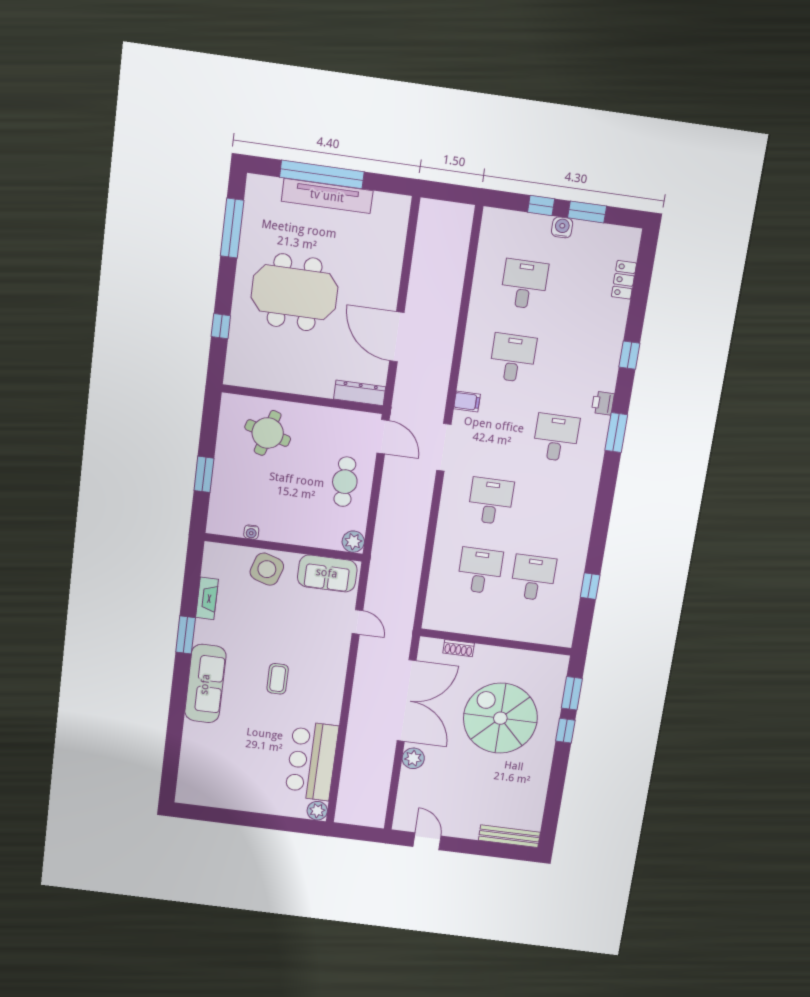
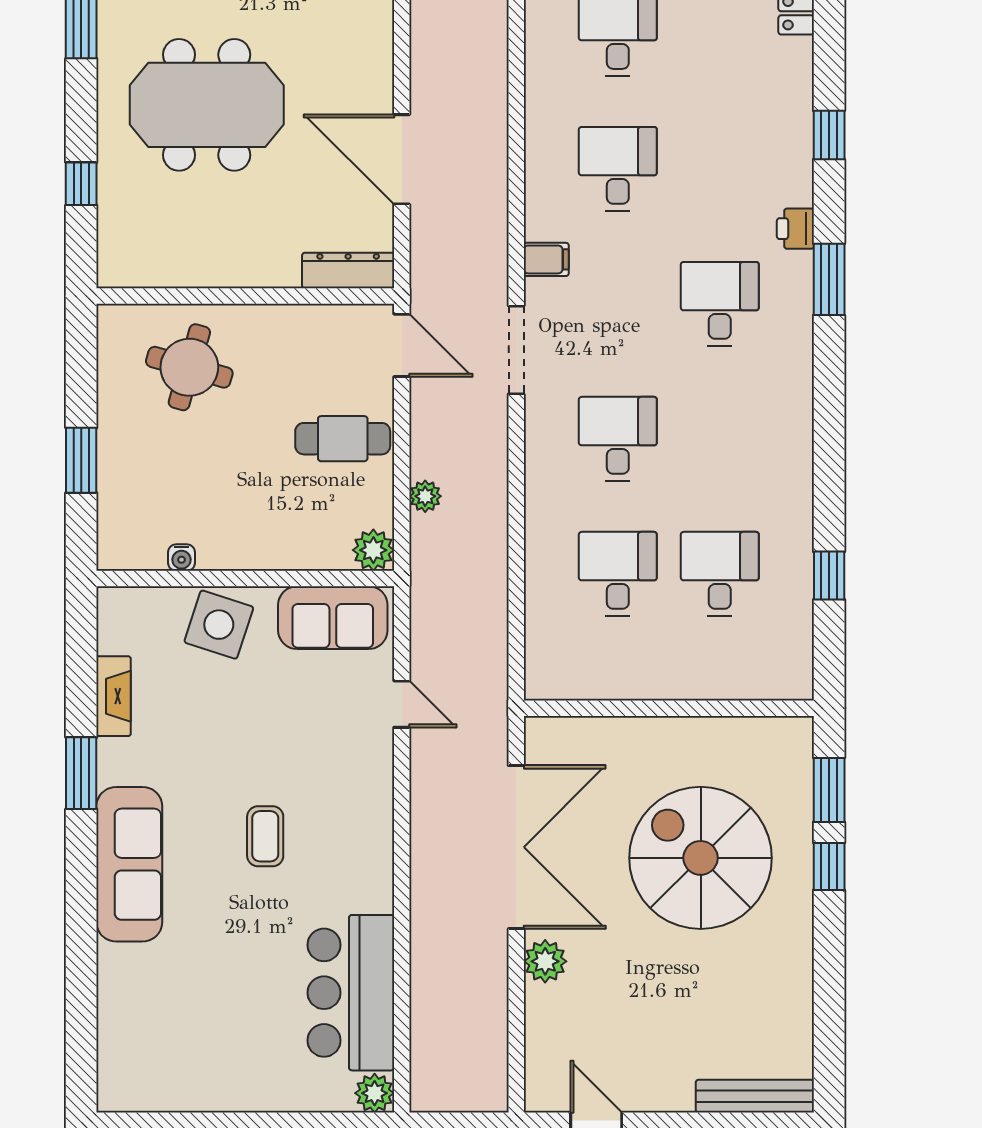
cafe table: (345, 482) -> (343, 439), turned 90
plant: (385, 517) -> (425, 496), added
shoe rack: (459, 648) -> (600, 730), removed

